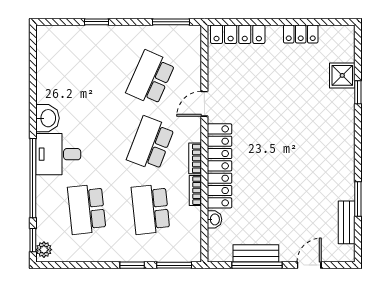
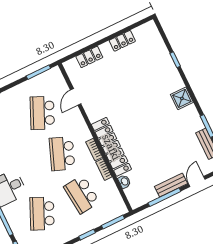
locker: (238, 34) -> (89, 57), width x0.66
shower: (342, 75) -> (182, 98), moved
door: (204, 104) -> (76, 97), moved
school desk: (87, 209) -> (42, 214), turned 30
bench: (256, 253) -> (171, 185), moved

